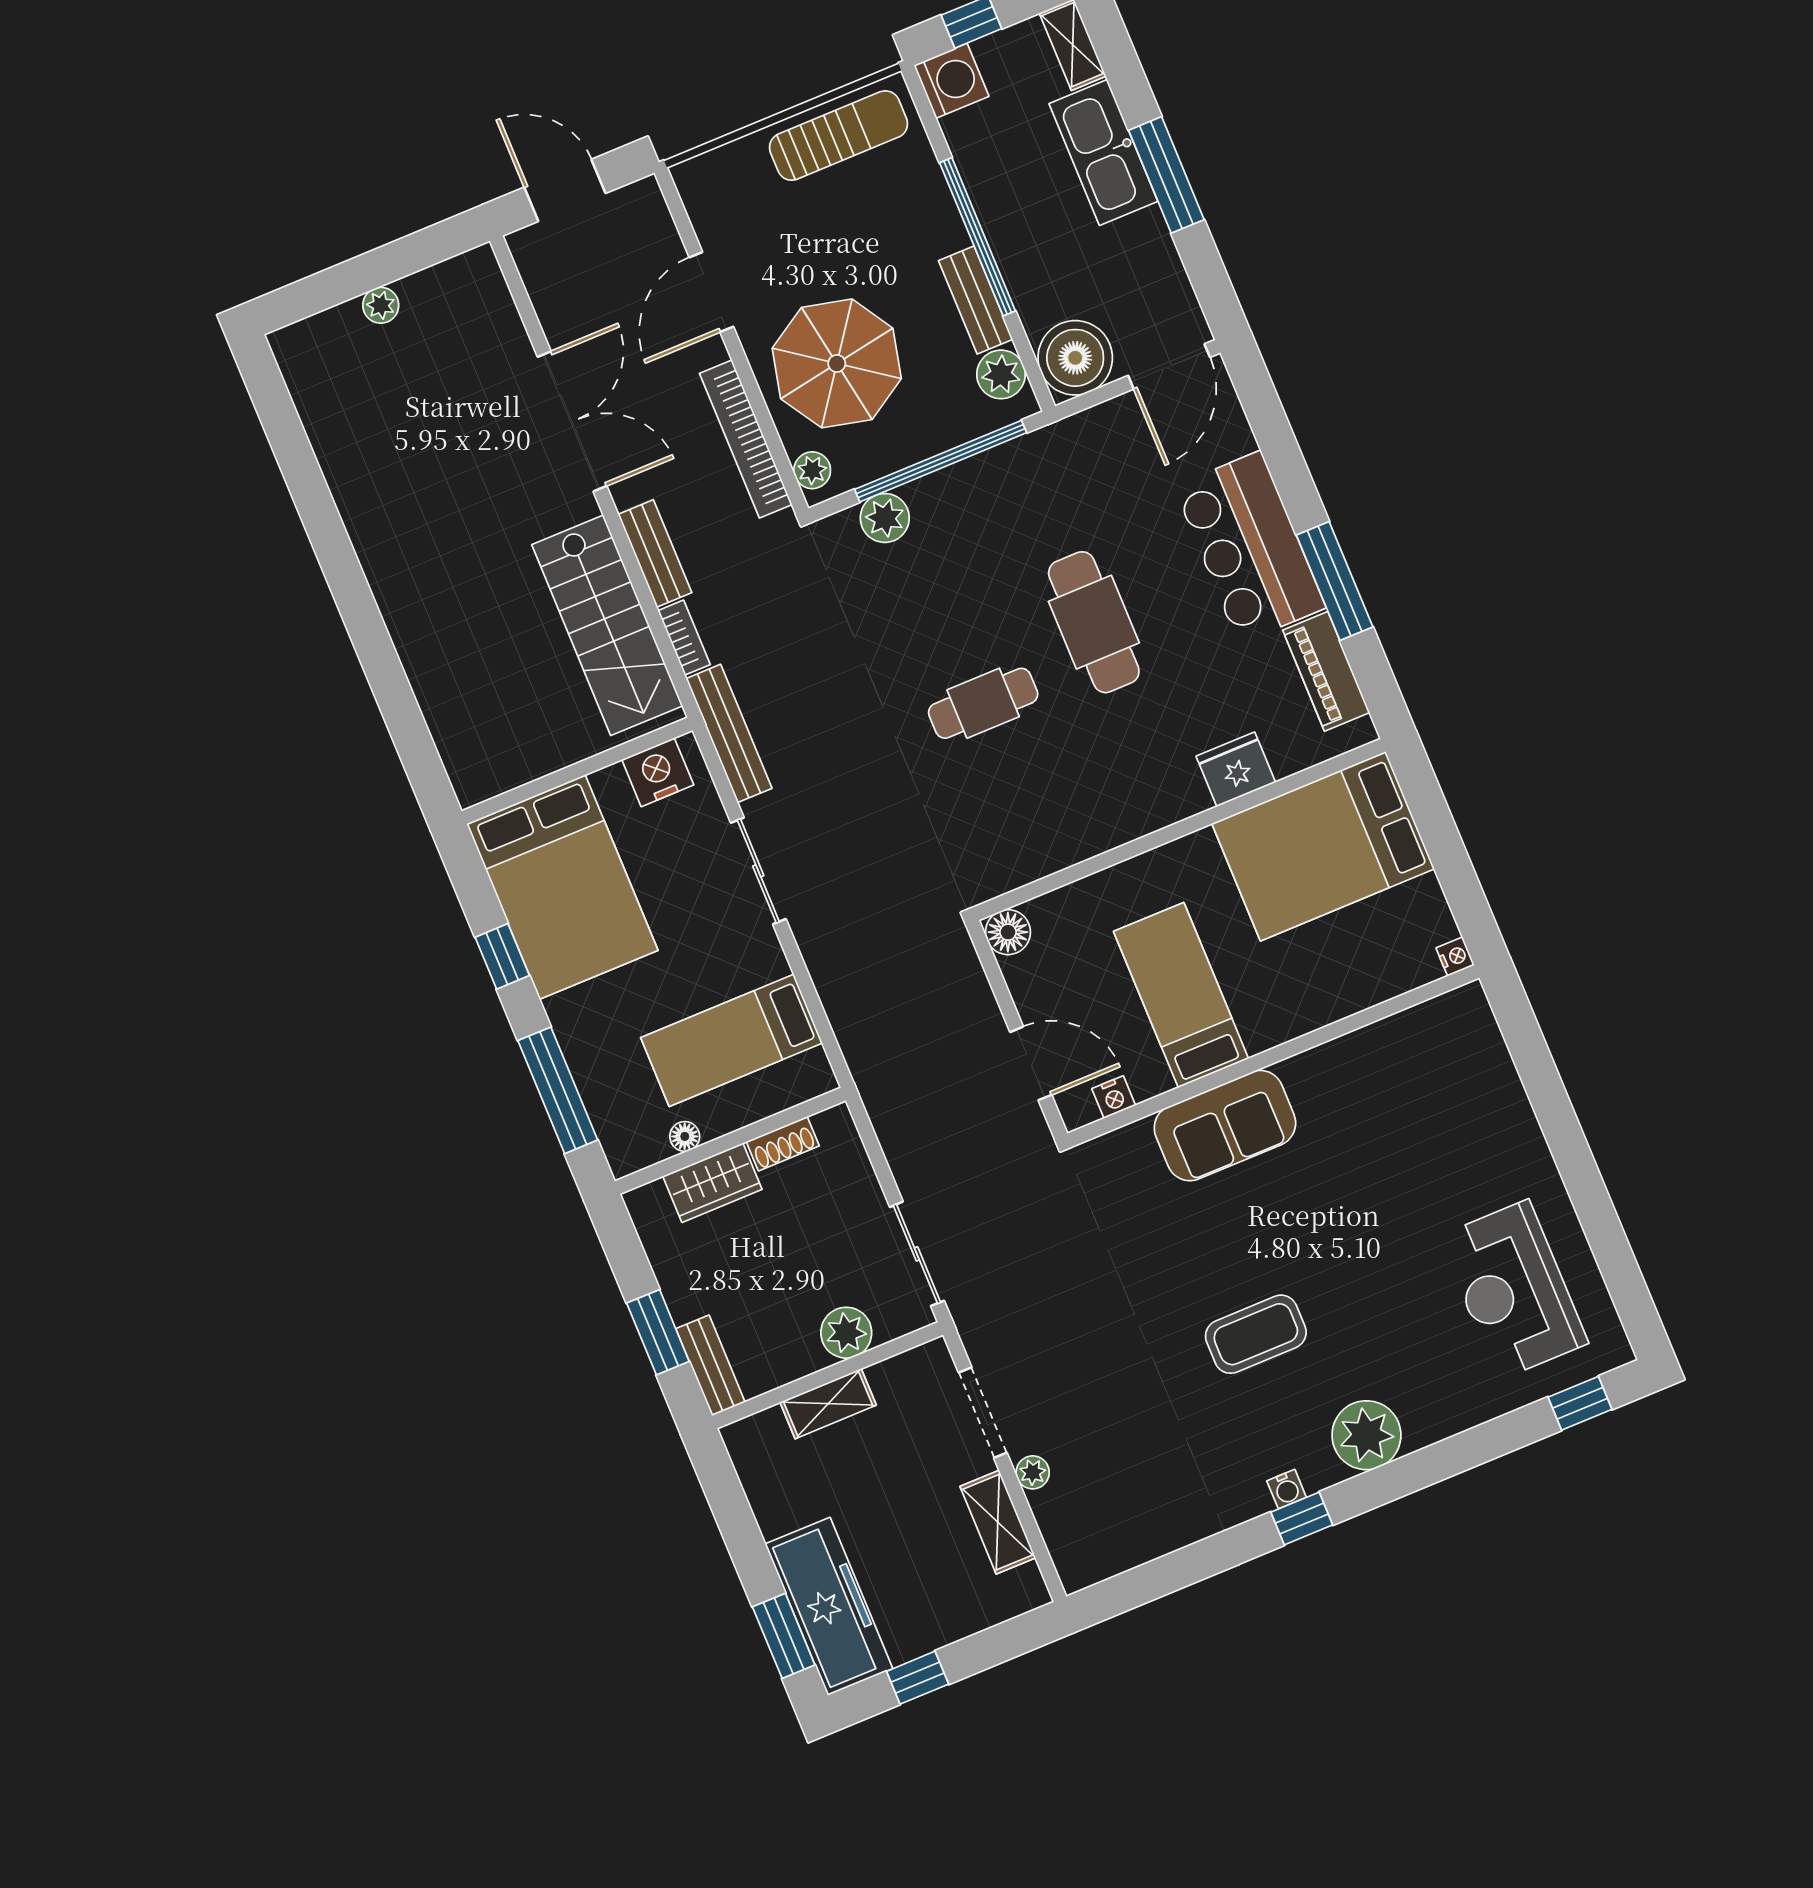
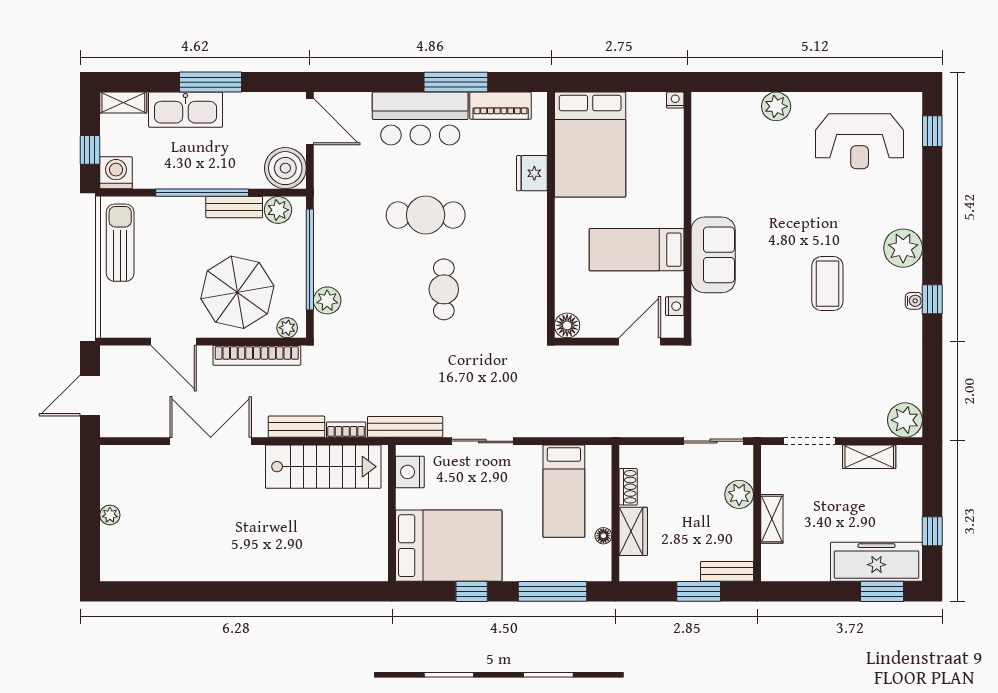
plant: (1514, 1128) -> (776, 106), added
plant: (1033, 1472) -> (905, 420), moved, width x1.88, depth x1.88

